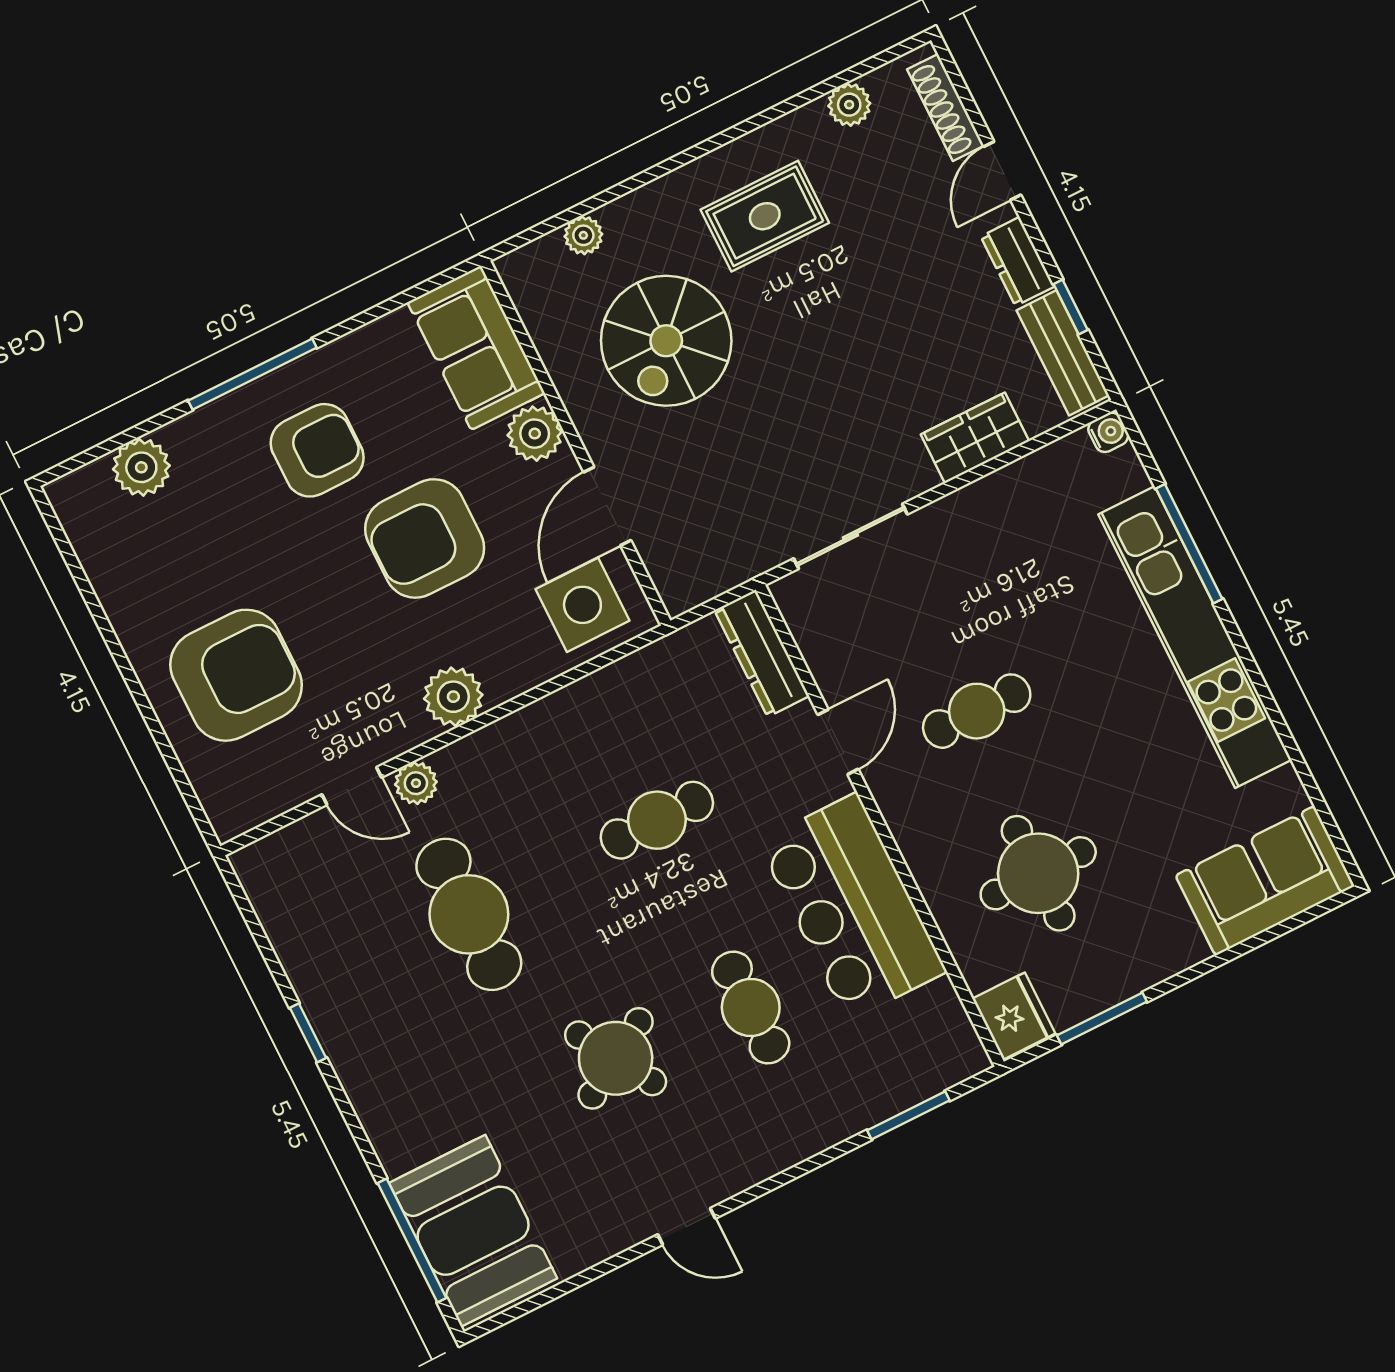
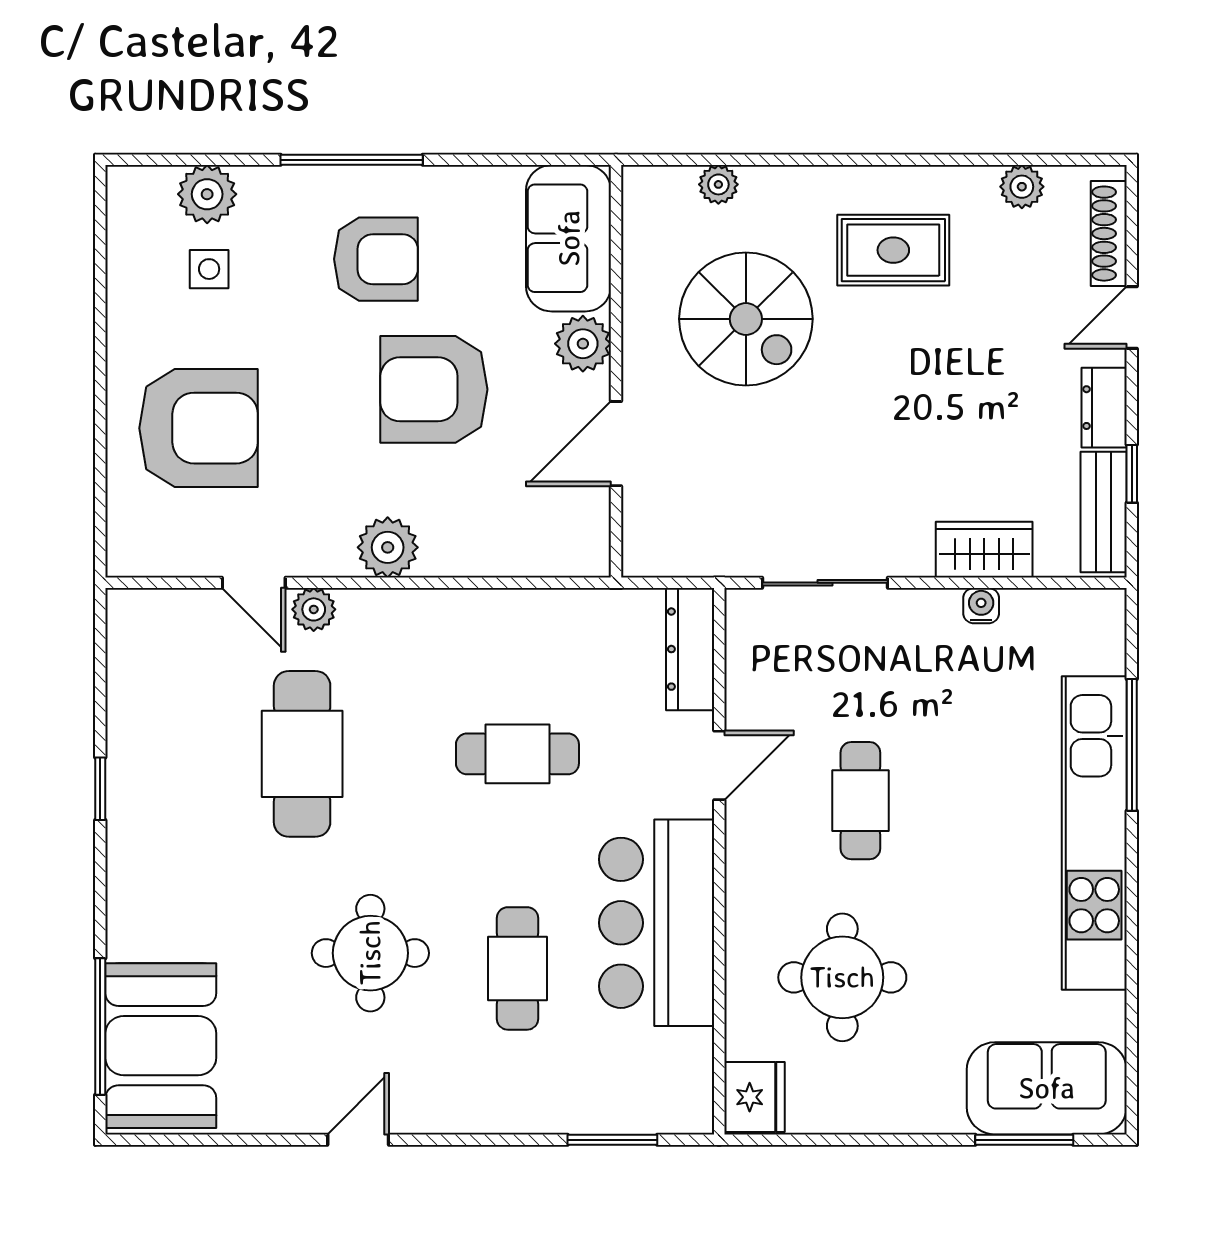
spiral stairs: (666, 341) -> (746, 319), turned -90
water cooler: (1108, 432) -> (981, 606), moved, turned -90
side table: (582, 605) -> (209, 269), moved, width x0.54, depth x0.54
cafe table: (977, 711) -> (860, 801), turned 90
window: (1102, 1019) -> (1024, 1140), moved
round table: (616, 1058) -> (370, 953), turned 31
door: (686, 1227) -> (358, 1140), swing flipped

